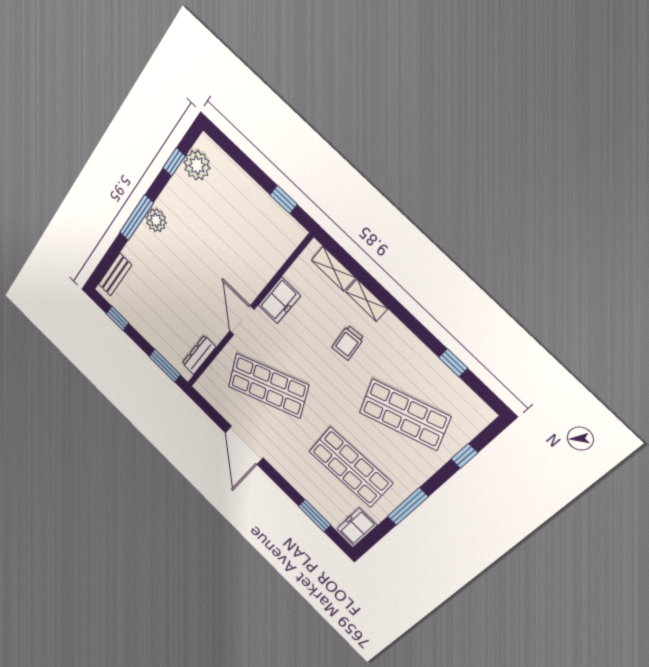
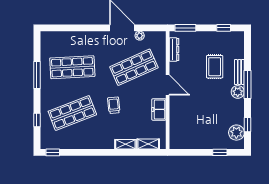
window: (284, 200) -> (220, 152), moved
bench: (115, 275) -> (239, 72), moved
rug: (163, 283) -> (215, 67), added
trolley: (348, 343) -> (114, 105), moved
window: (453, 363) -> (53, 152), moved
plant: (229, 414) -> (140, 36), added
window: (315, 516) -> (67, 28), removed
freezer: (357, 527) -> (47, 43), removed

